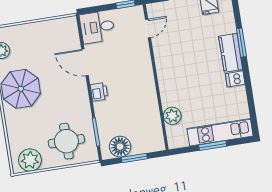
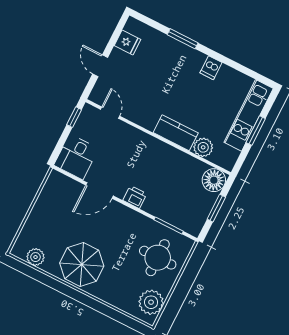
kitchen counter: (231, 53) -> (176, 133), moved, turned 180
floor lamp: (120, 147) -> (214, 180), moved

